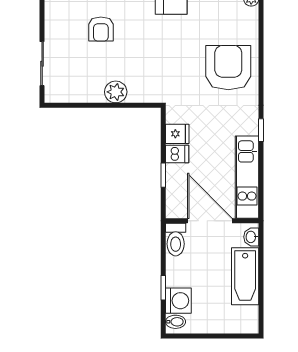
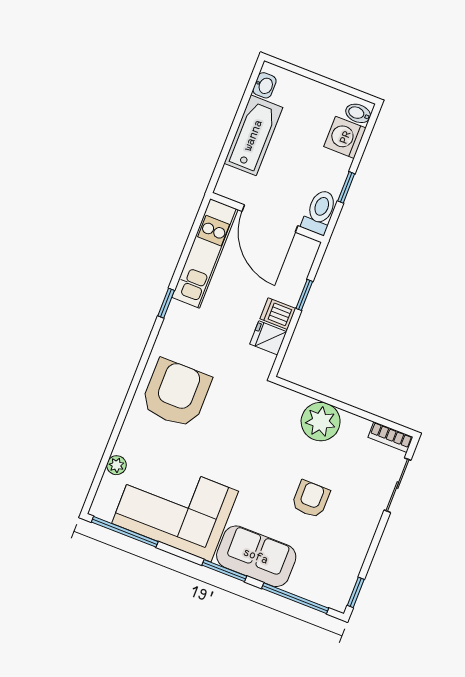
armchair: (228, 68) -> (176, 393), turned 180
plant: (116, 92) -> (321, 422), width x1.36, depth x1.36
bookcase: (61, 96) -> (390, 437), added
washbasin: (251, 237) -> (264, 85), moved
window: (163, 288) -> (346, 187), moved

